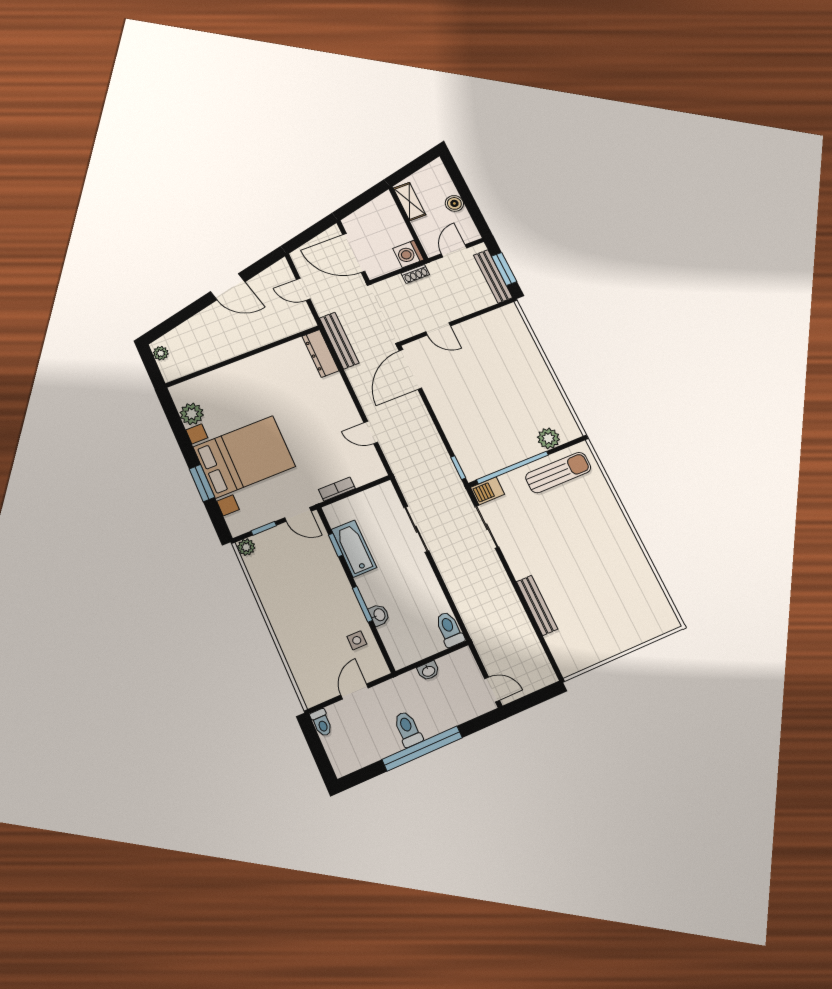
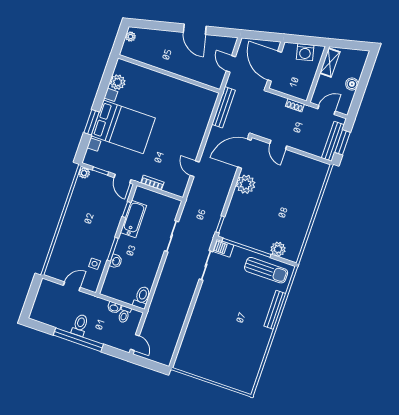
washing machine: (408, 254) -> (305, 52), moved, turned -103
dresser: (320, 353) -> (208, 106), removed
plant: (444, 400) -> (246, 184), added
bench: (537, 605) -> (275, 310), moved
toilet: (322, 723) -> (124, 314), moved

